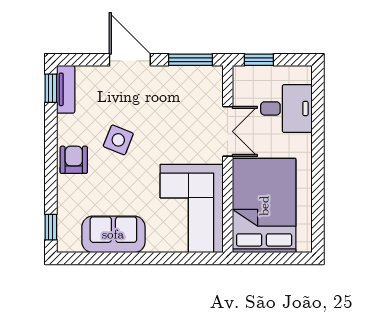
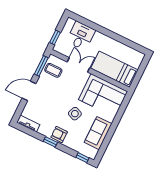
window: (51, 88) -> (50, 142), moved
coffee table: (193, 88) -> (53, 70), added
side table: (118, 140) -> (75, 114), moved
bed: (264, 206) -> (114, 69), width x0.67

